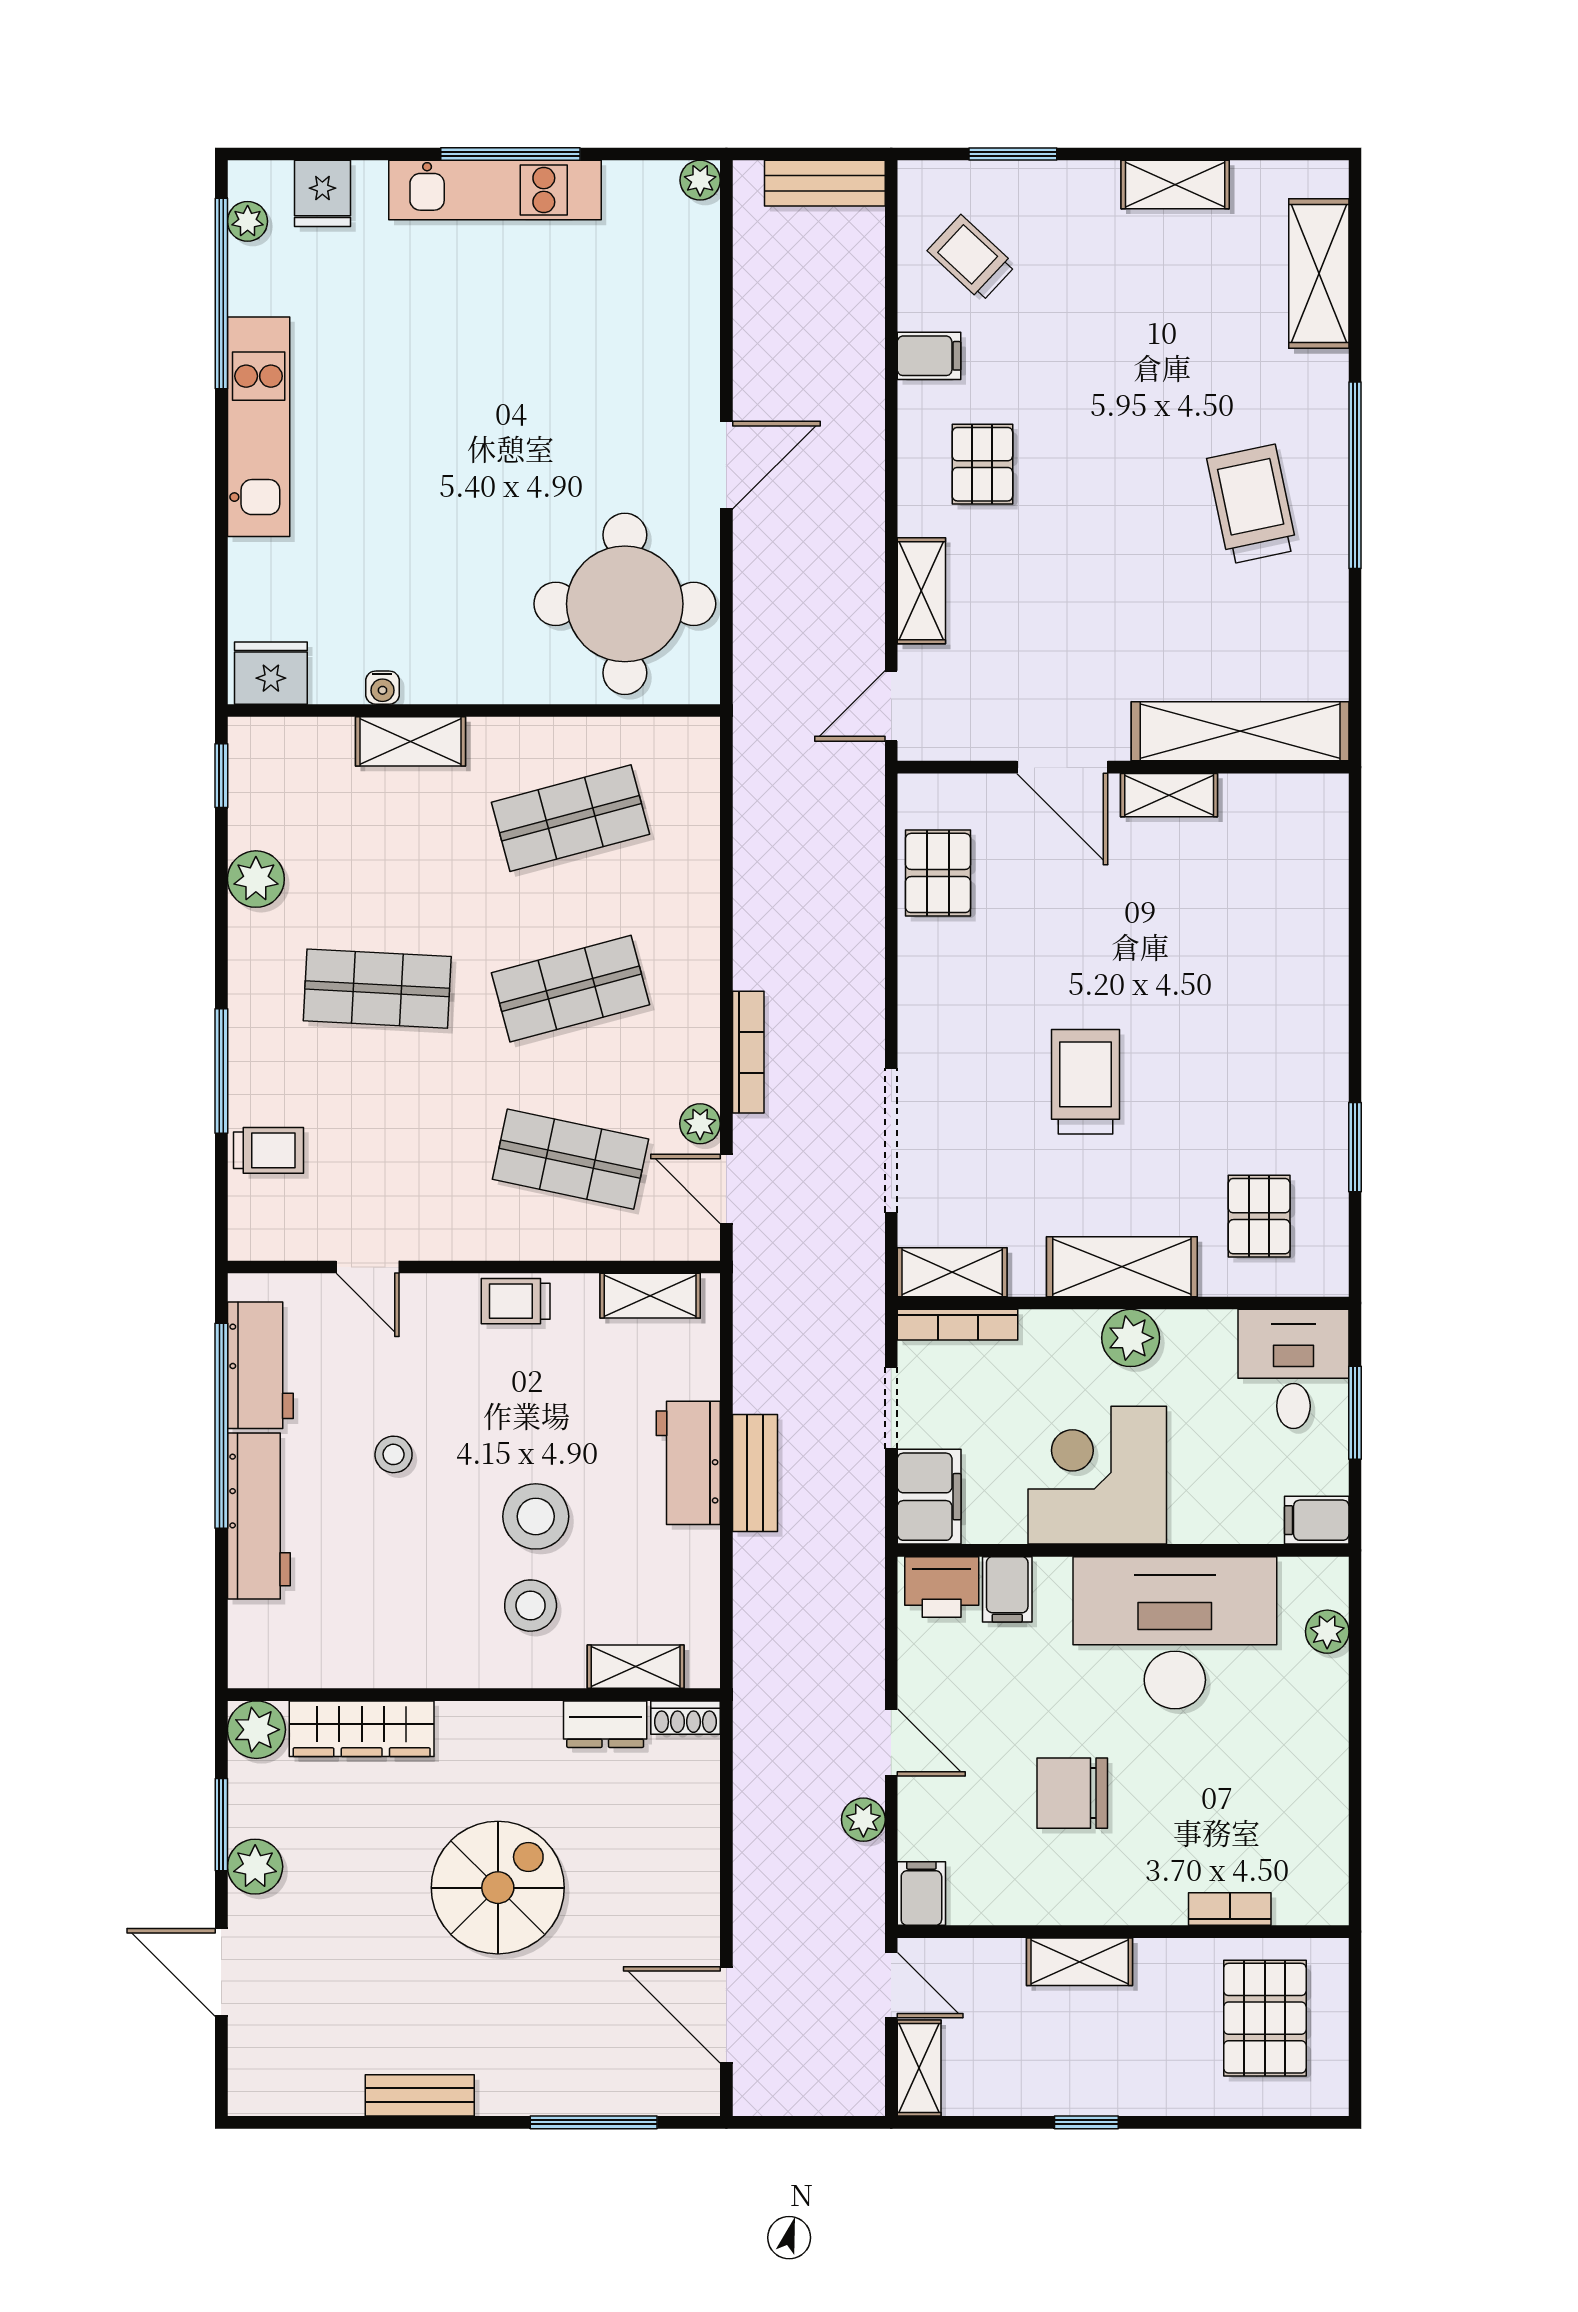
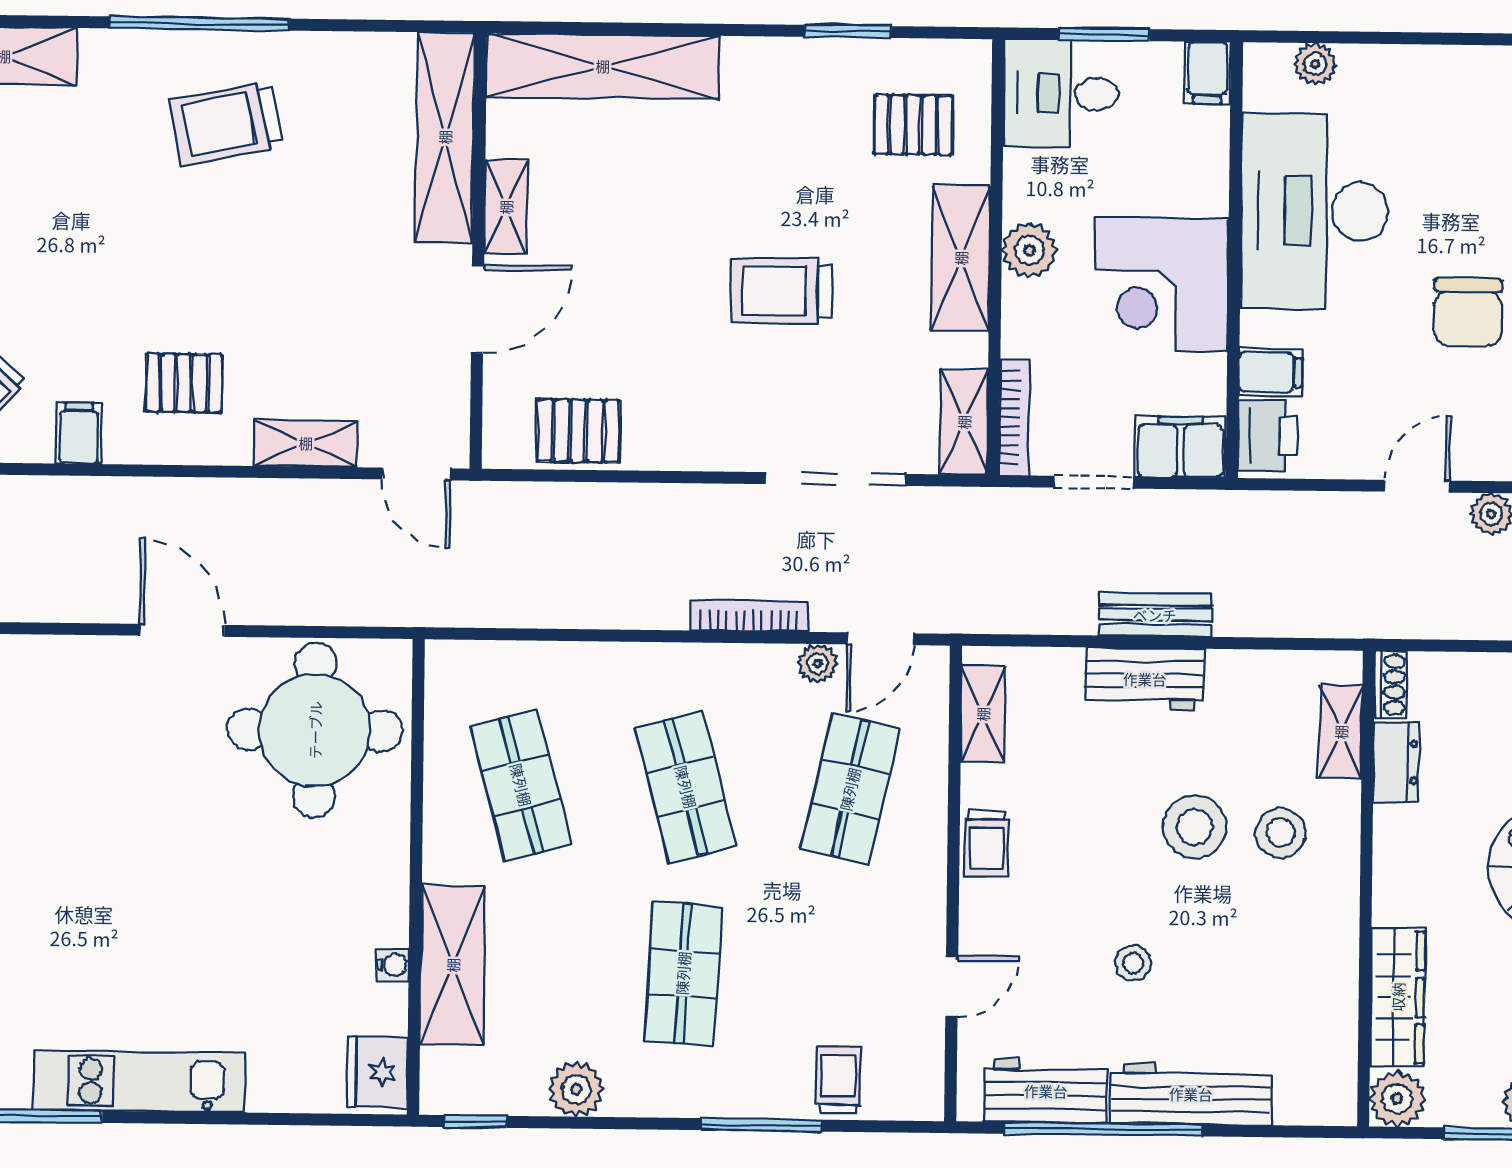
shelving: (411, 741) -> (453, 965), width x1.50, depth x1.33
shelving: (1316, 894) -> (603, 66), added

